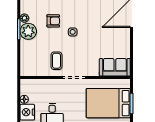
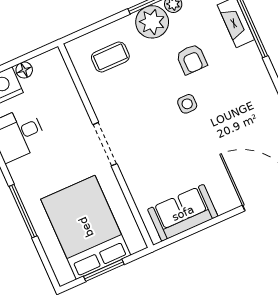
coffee table: (56, 61) -> (110, 57), moved
sofa: (115, 67) -> (183, 213), moved, turned -90

